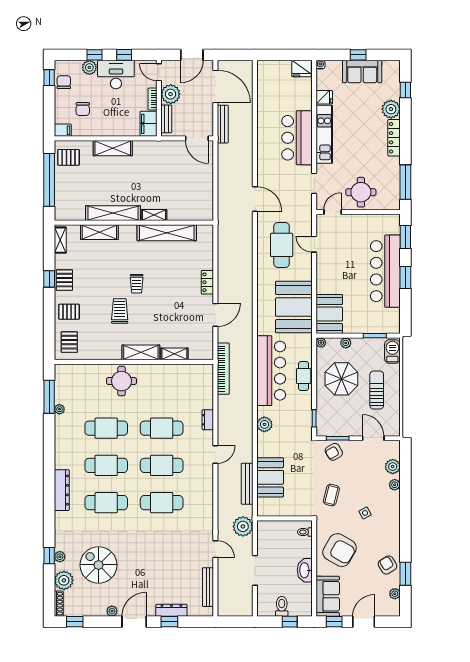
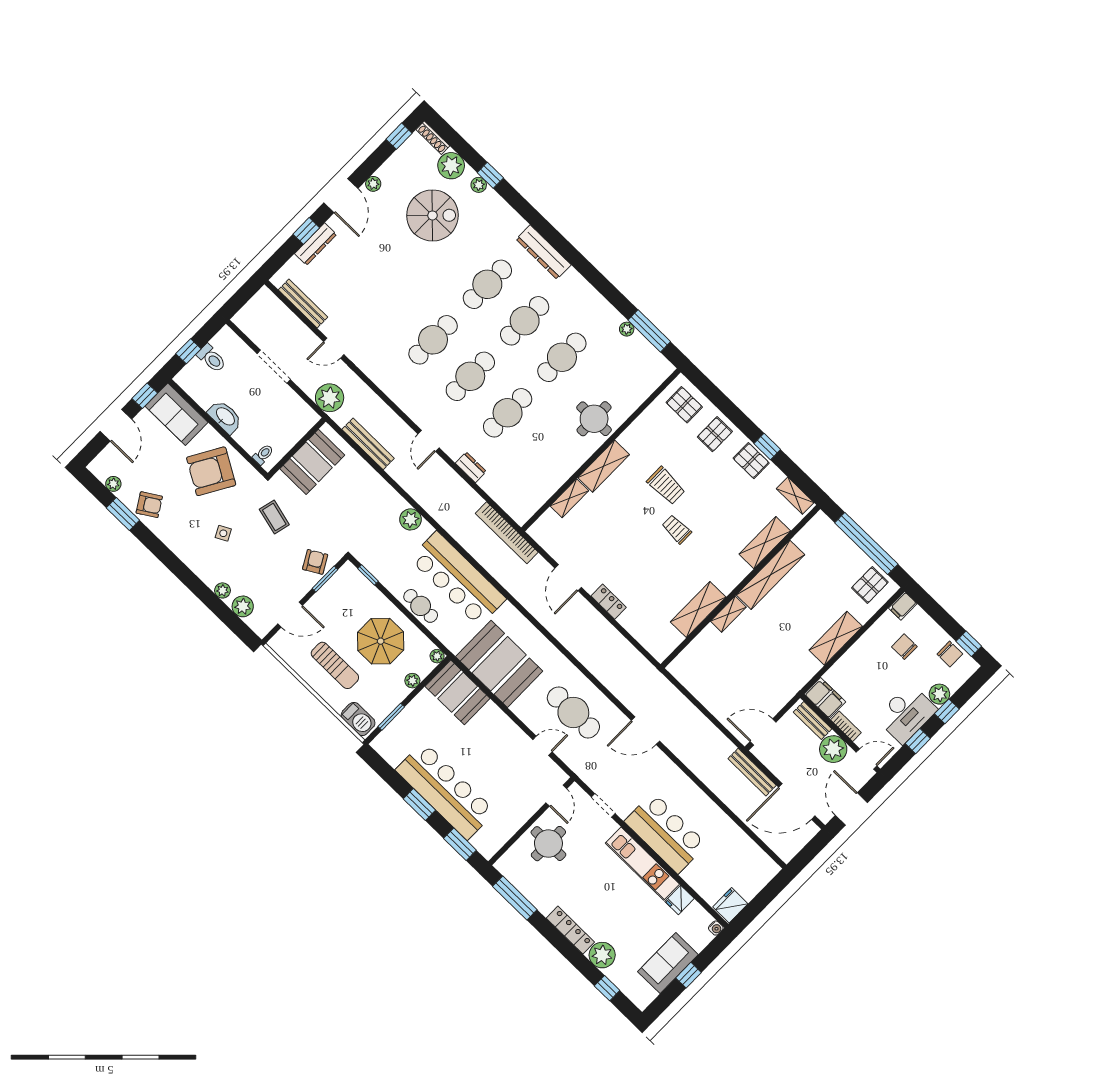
shelving: (167, 233) -> (698, 610), width x0.68
booth: (270, 477) -> (312, 462), moved, turned 90

